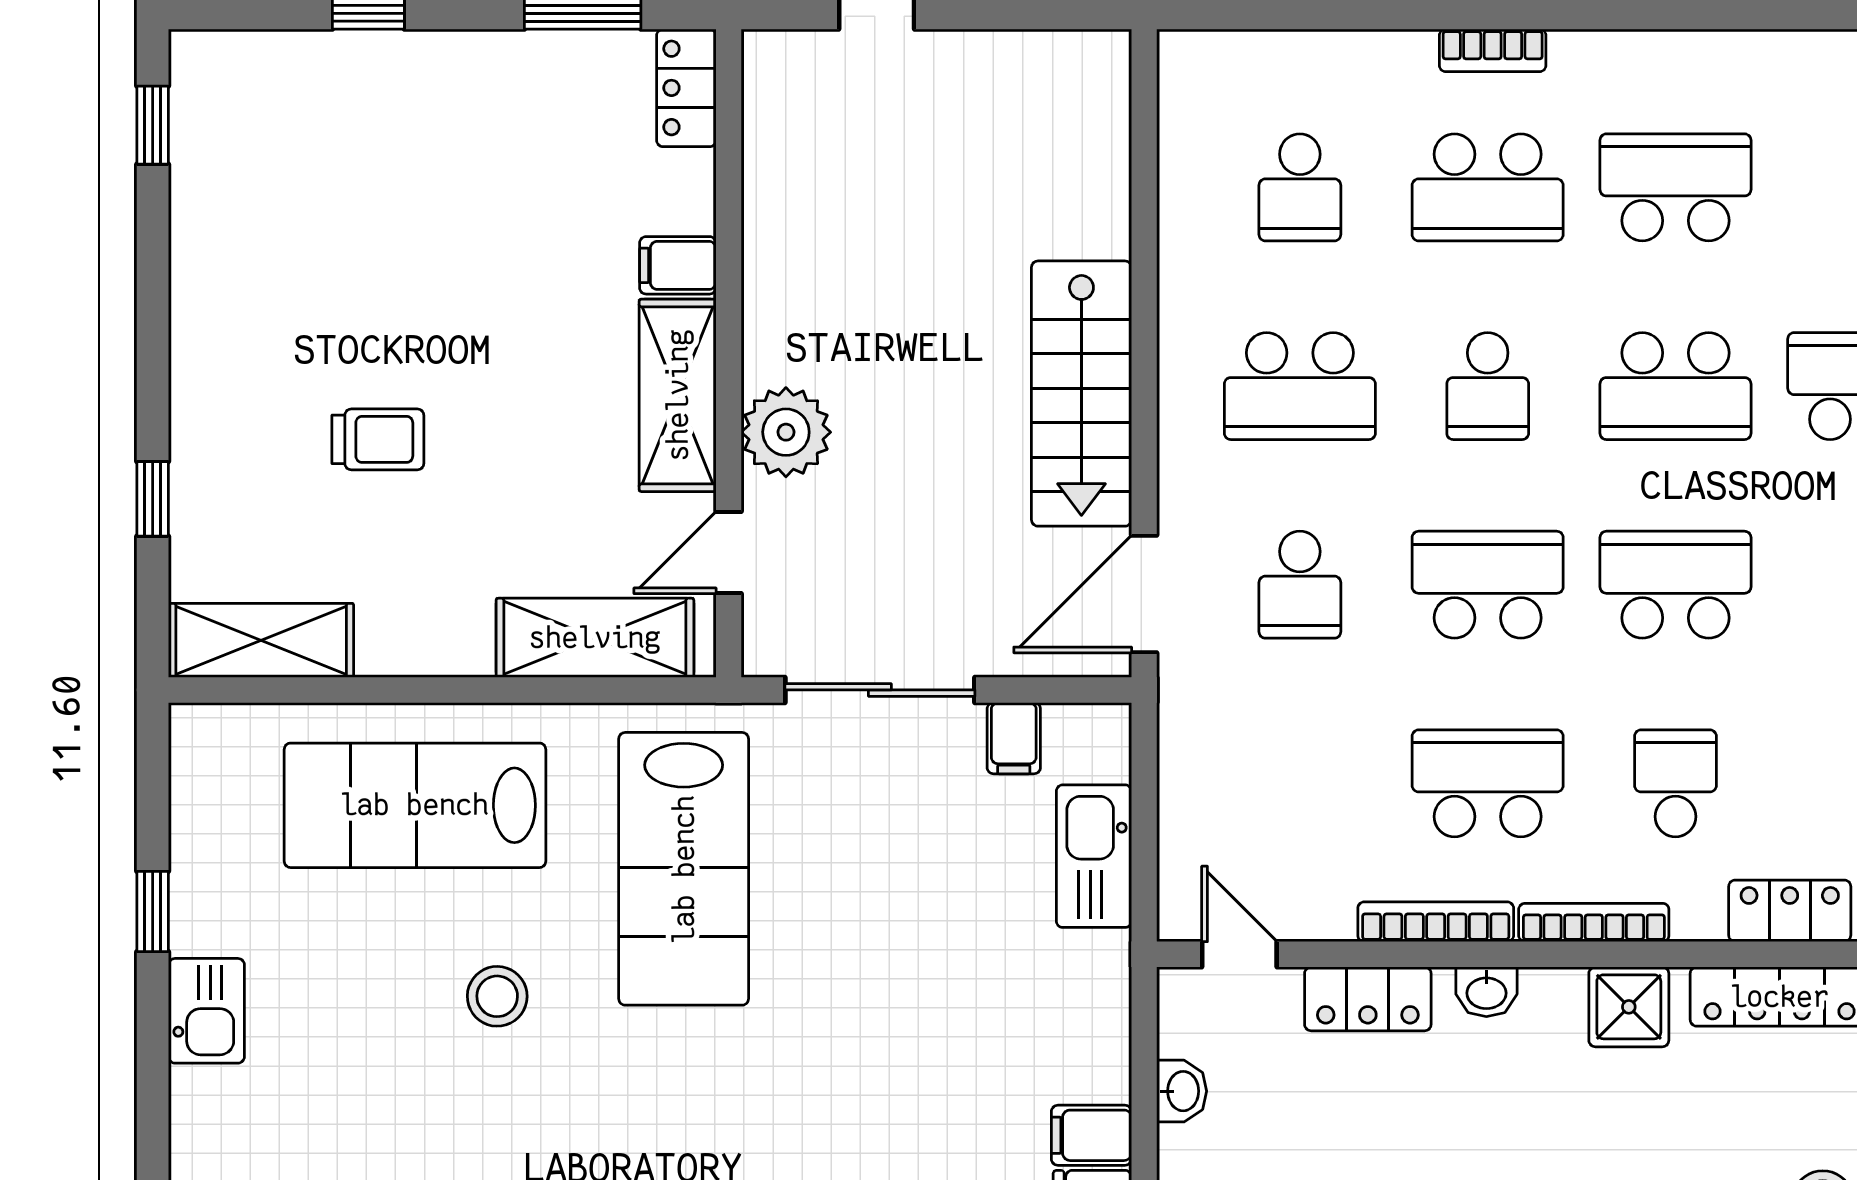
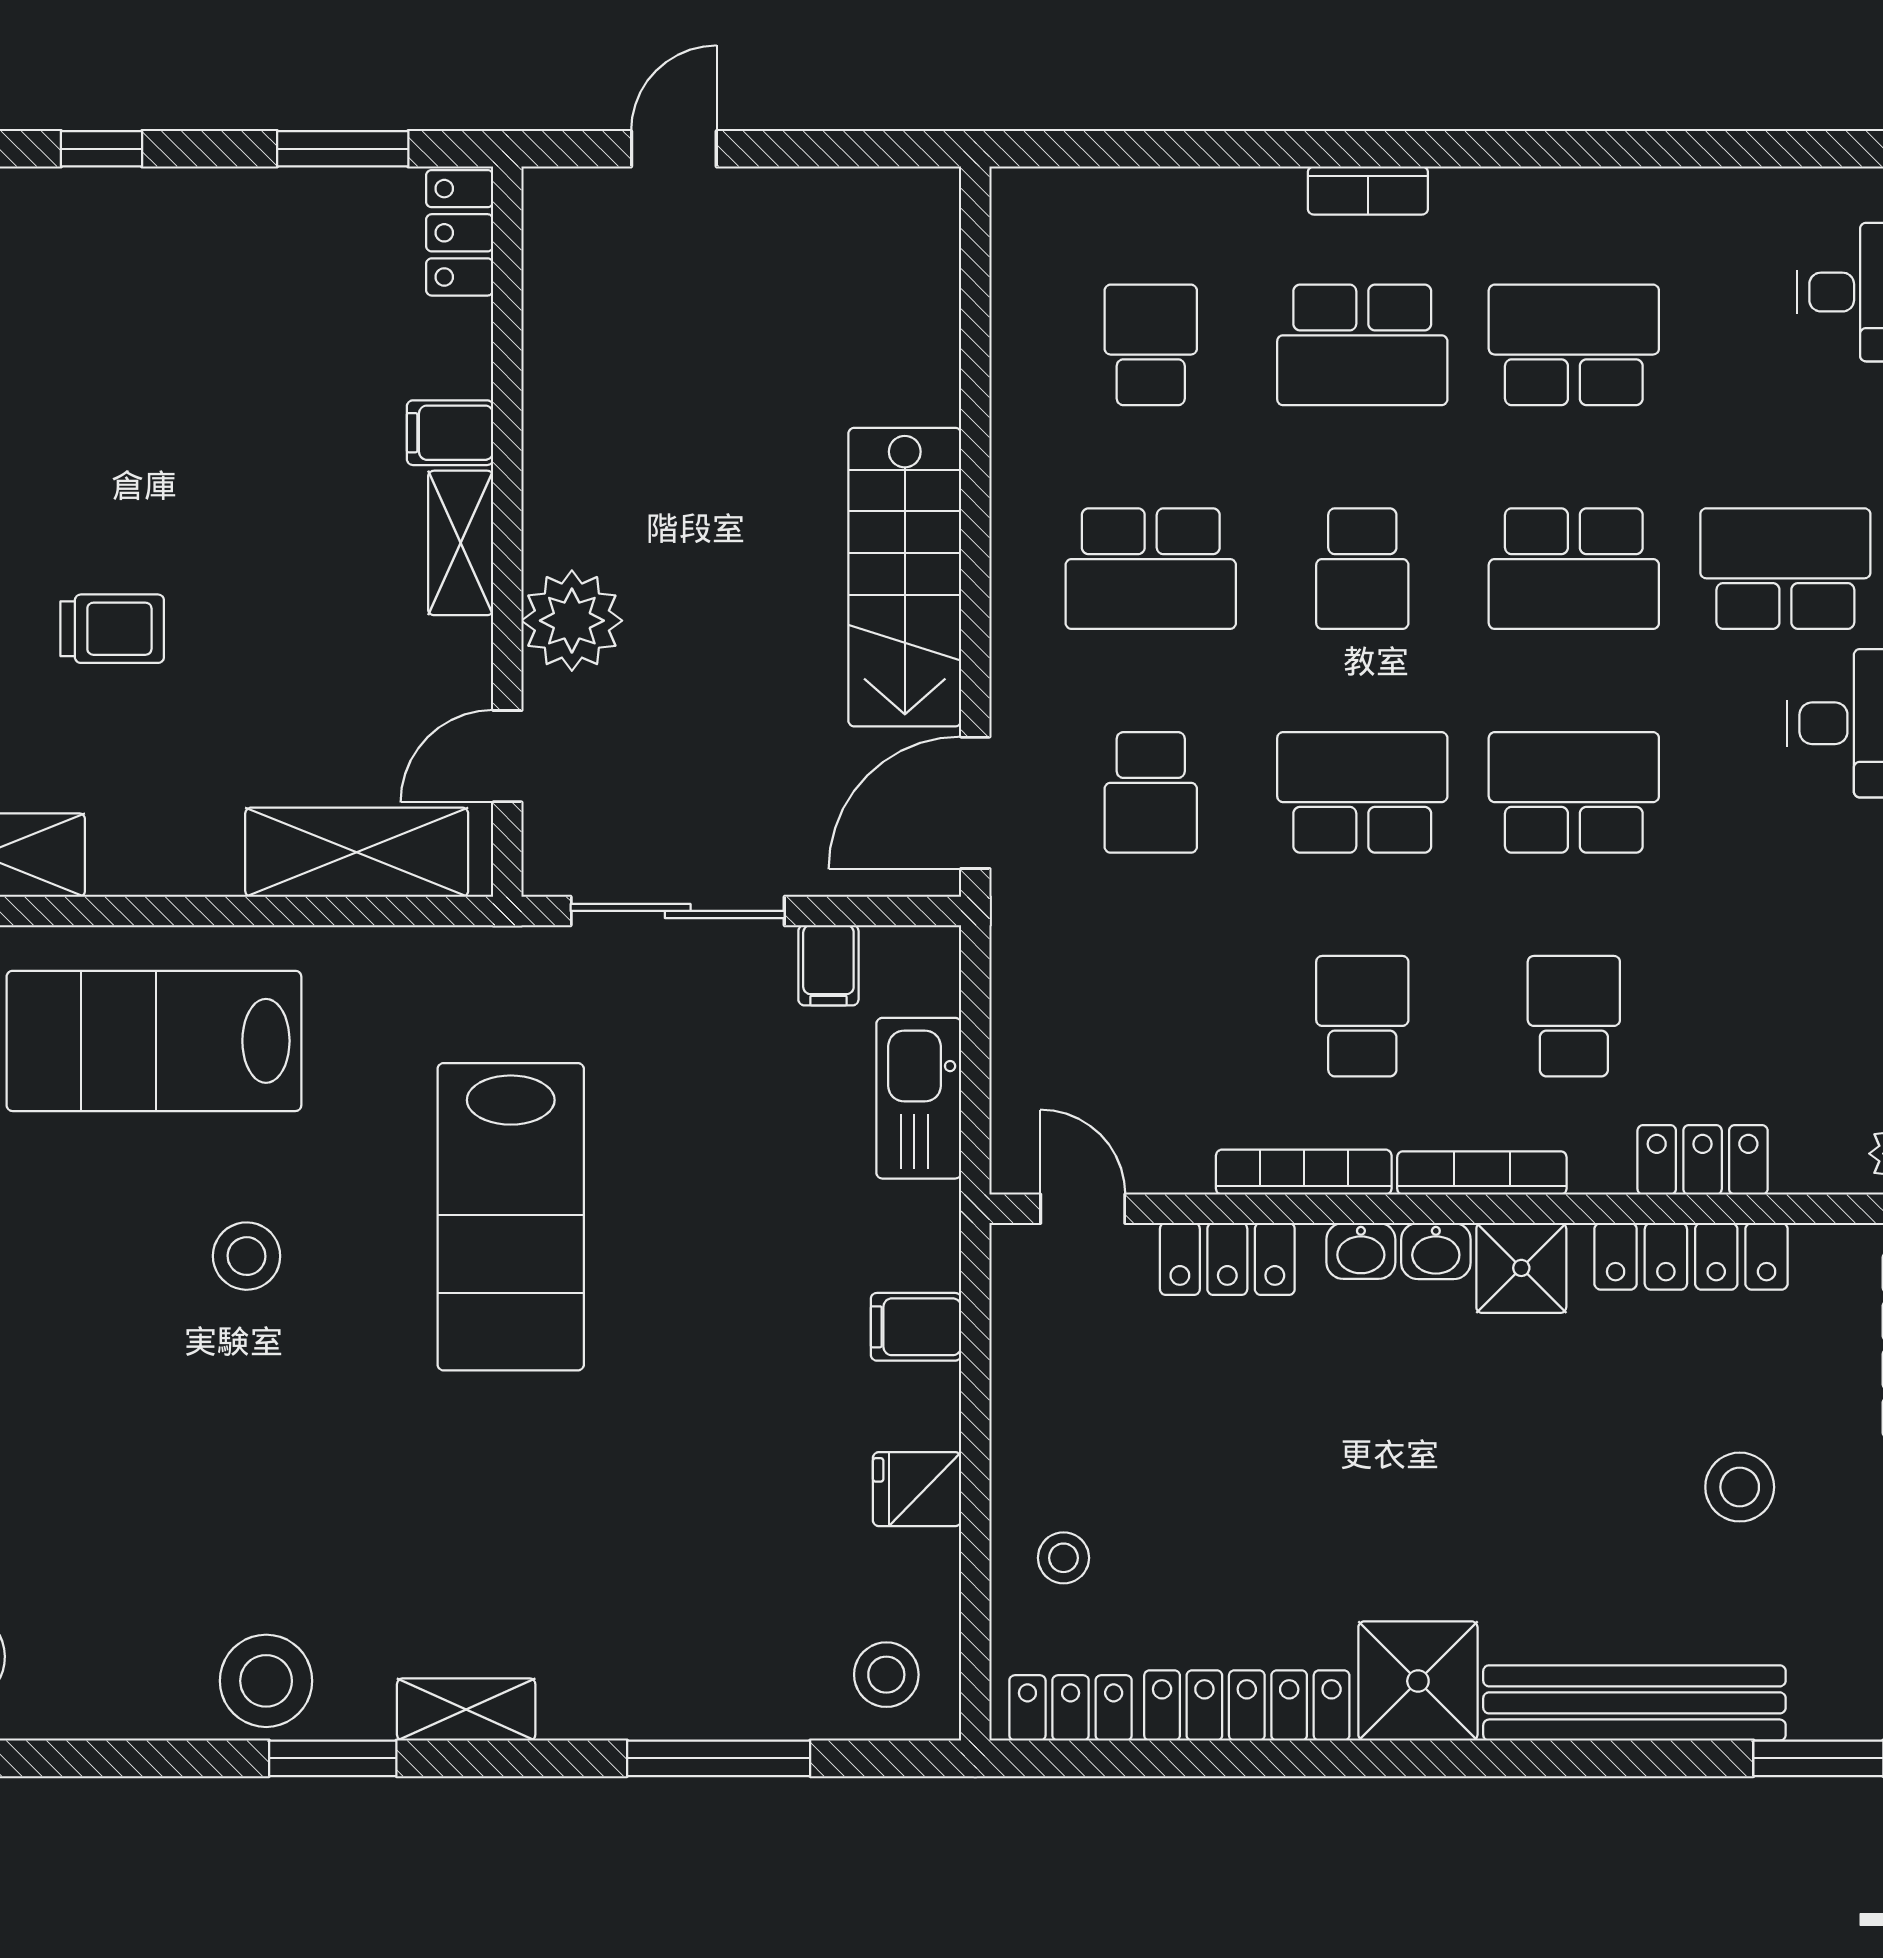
school desk: (1300, 187) -> (1151, 345), turned 180
shelving: (678, 395) -> (461, 543), width x0.67, depth x0.75
school desk: (1488, 783) -> (1362, 1016), width x0.54
lab bench: (684, 869) -> (511, 1217), moved
washbasin: (1182, 1091) -> (1436, 1251), moved, turned 90
filing cabinet: (1091, 1135) -> (916, 1327), moved

